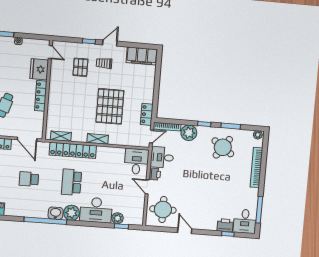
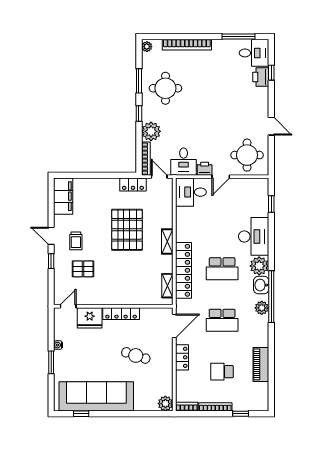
pallet: (110, 106) -> (127, 230), turned 90
round table: (223, 147) -> (165, 88), turned -35
school desk: (29, 179) -> (222, 320), width x1.85
plant: (118, 218) -> (262, 308), moved
door: (185, 231) -> (271, 126), swing flipped

